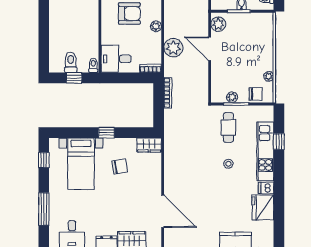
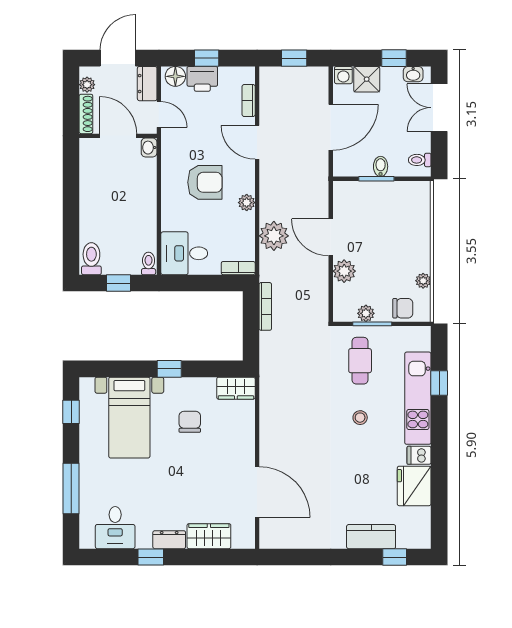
plant: (218, 24) -> (344, 271), moved
toilet: (71, 62) -> (91, 259), moved
chair: (120, 166) -> (190, 422), turned -81

